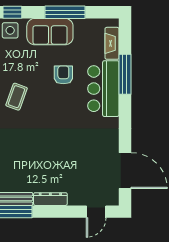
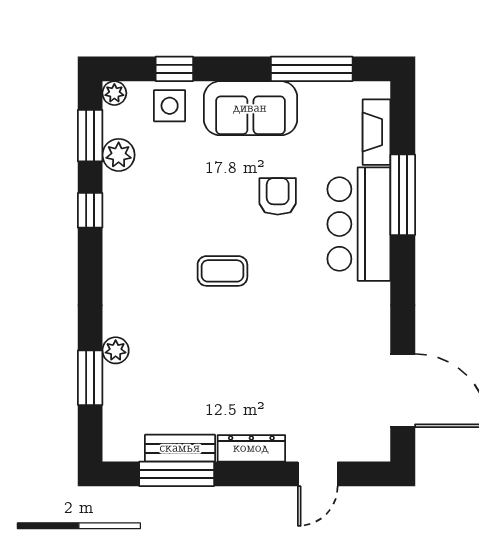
window: (65, 12) -> (312, 69), moved
coffee table: (17, 97) -> (222, 271), moved, turned 70
door: (96, 212) -> (318, 474), moved

